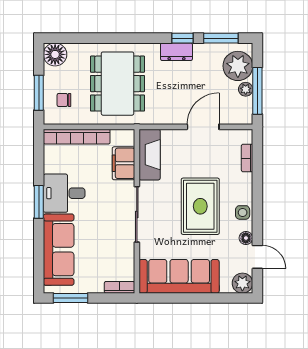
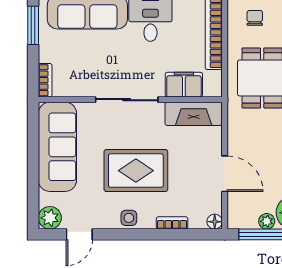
bookcase: (247, 158) -> (172, 223), moved
floor lamp: (246, 238) -> (215, 222), moved

